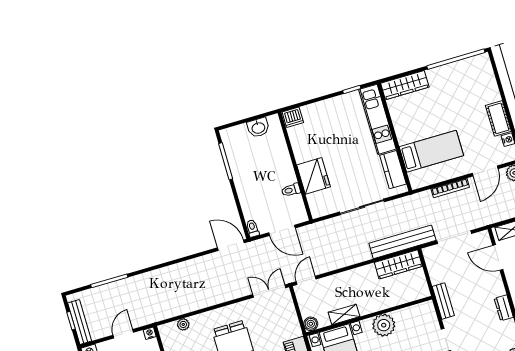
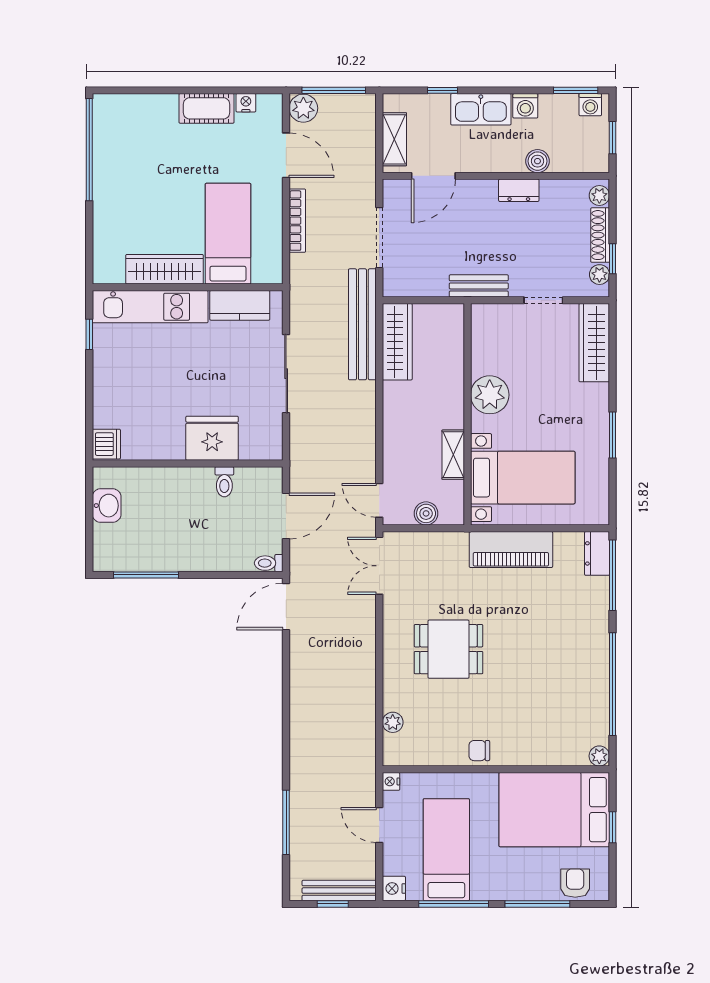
wardrobe: (405, 85) -> (165, 269), moved, turned -90
boiler: (311, 324) -> (426, 513), moved

